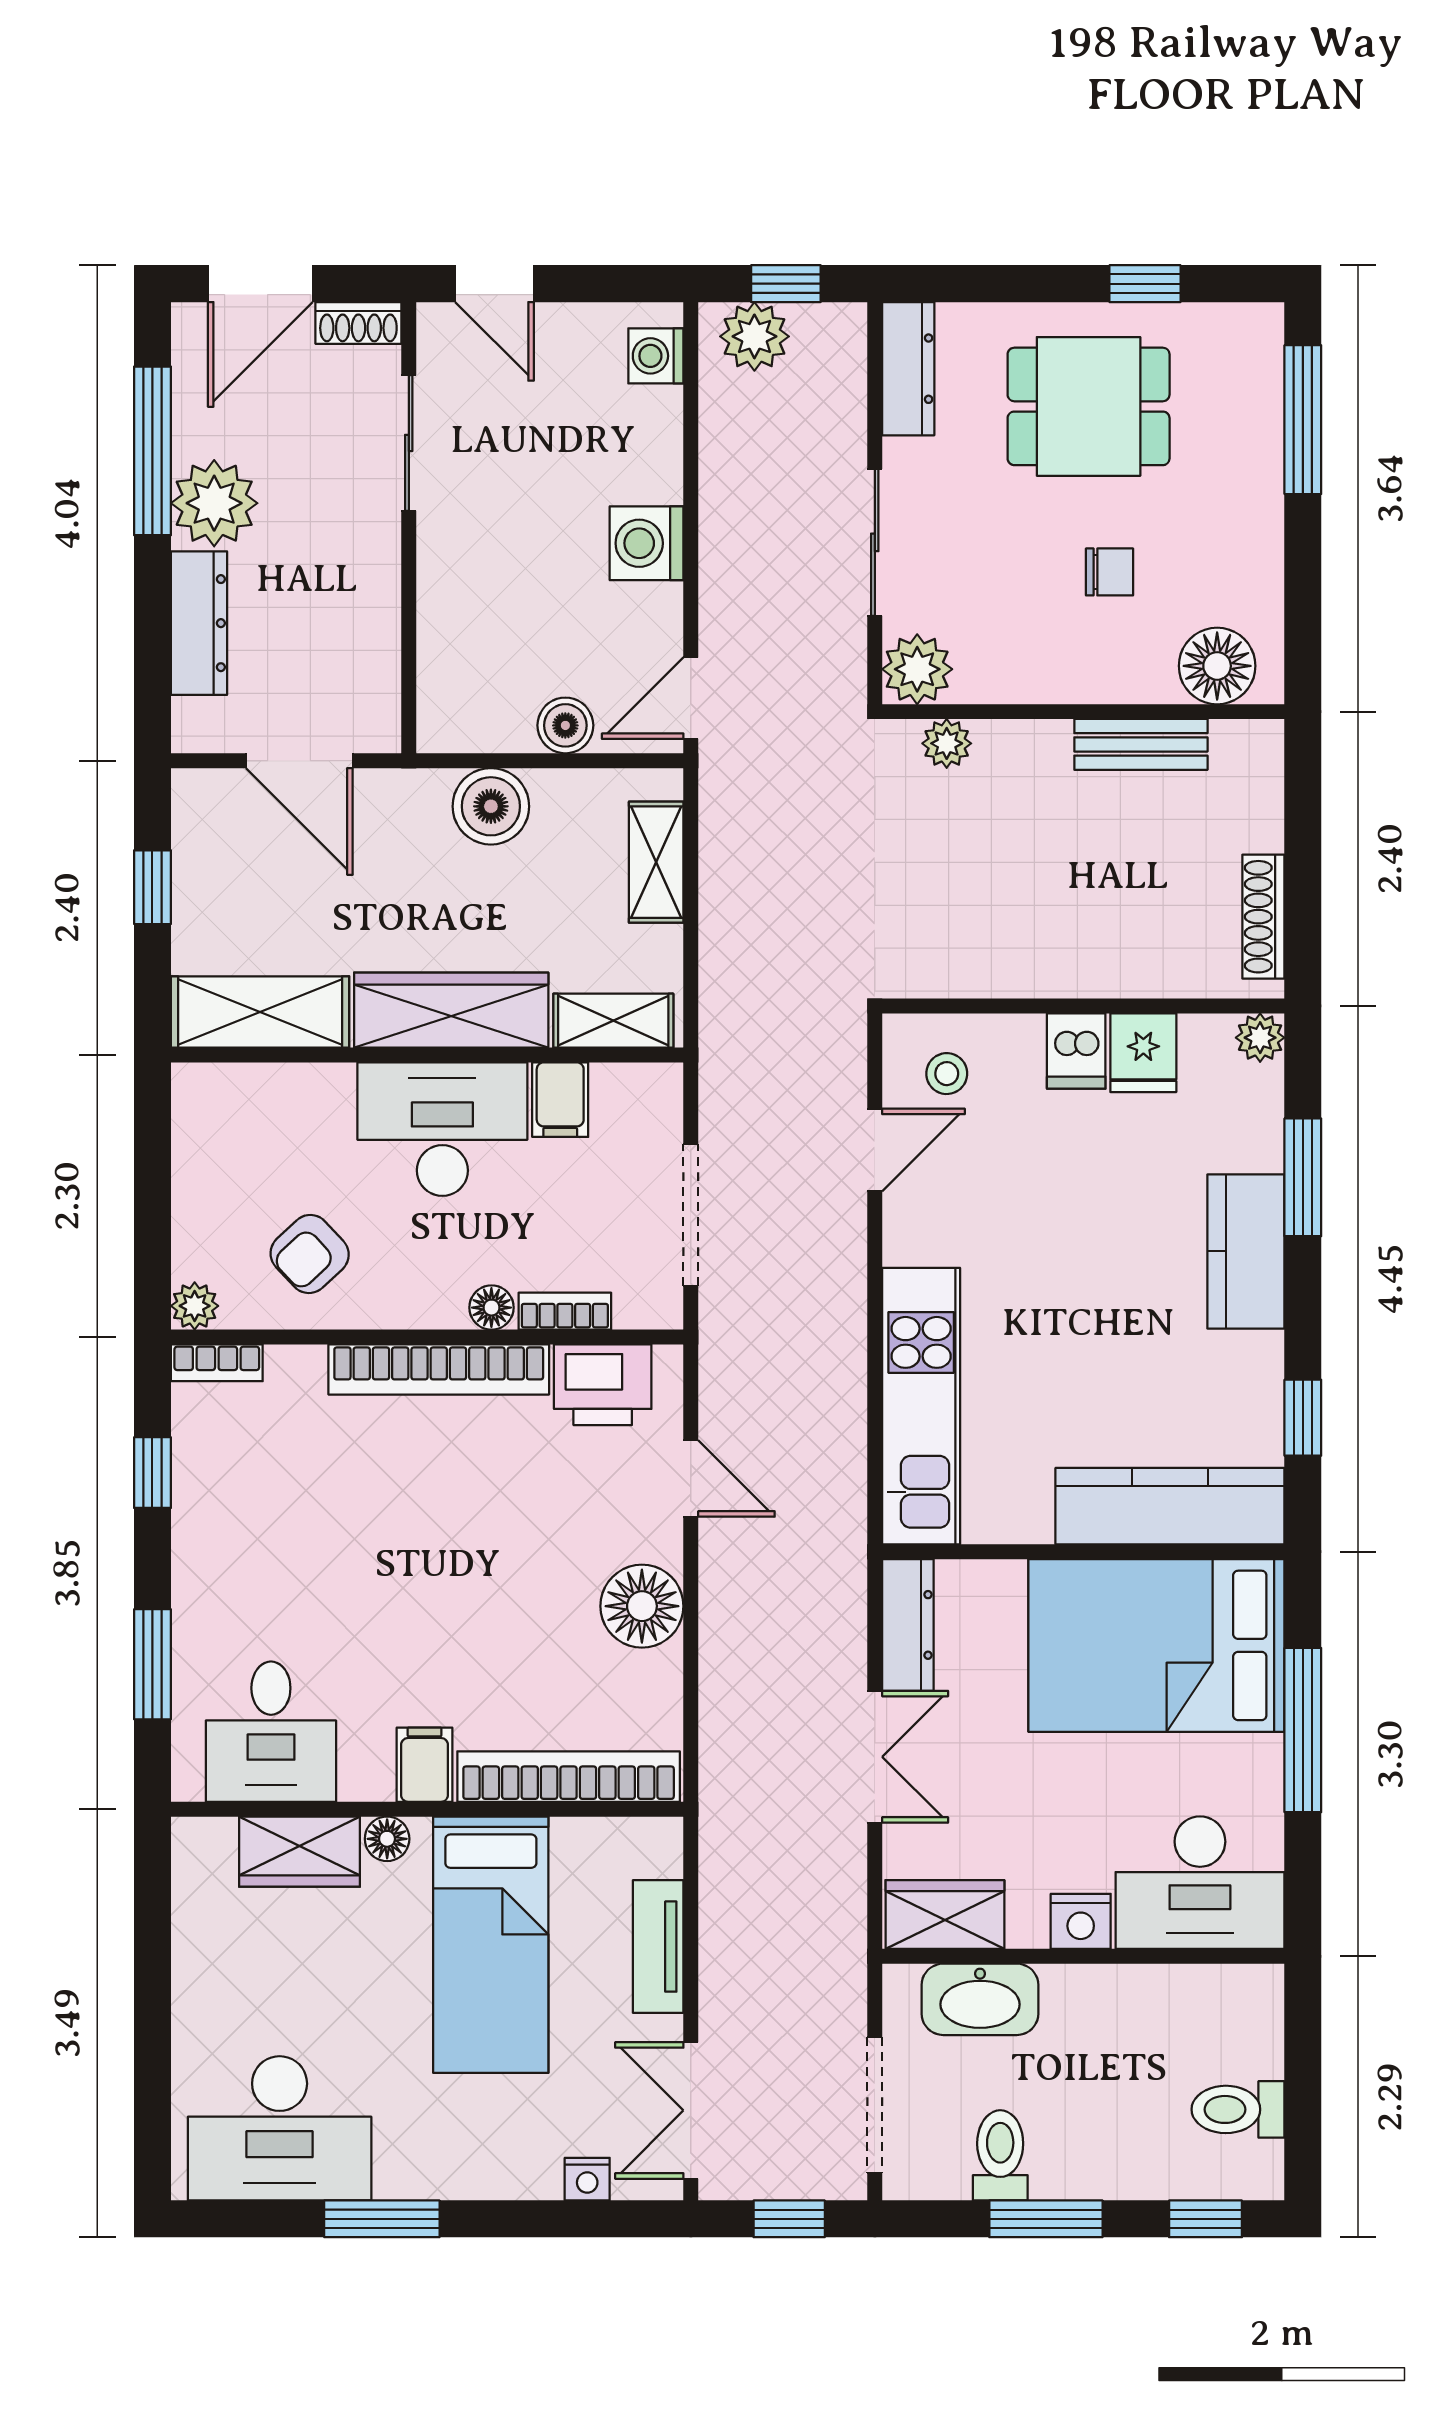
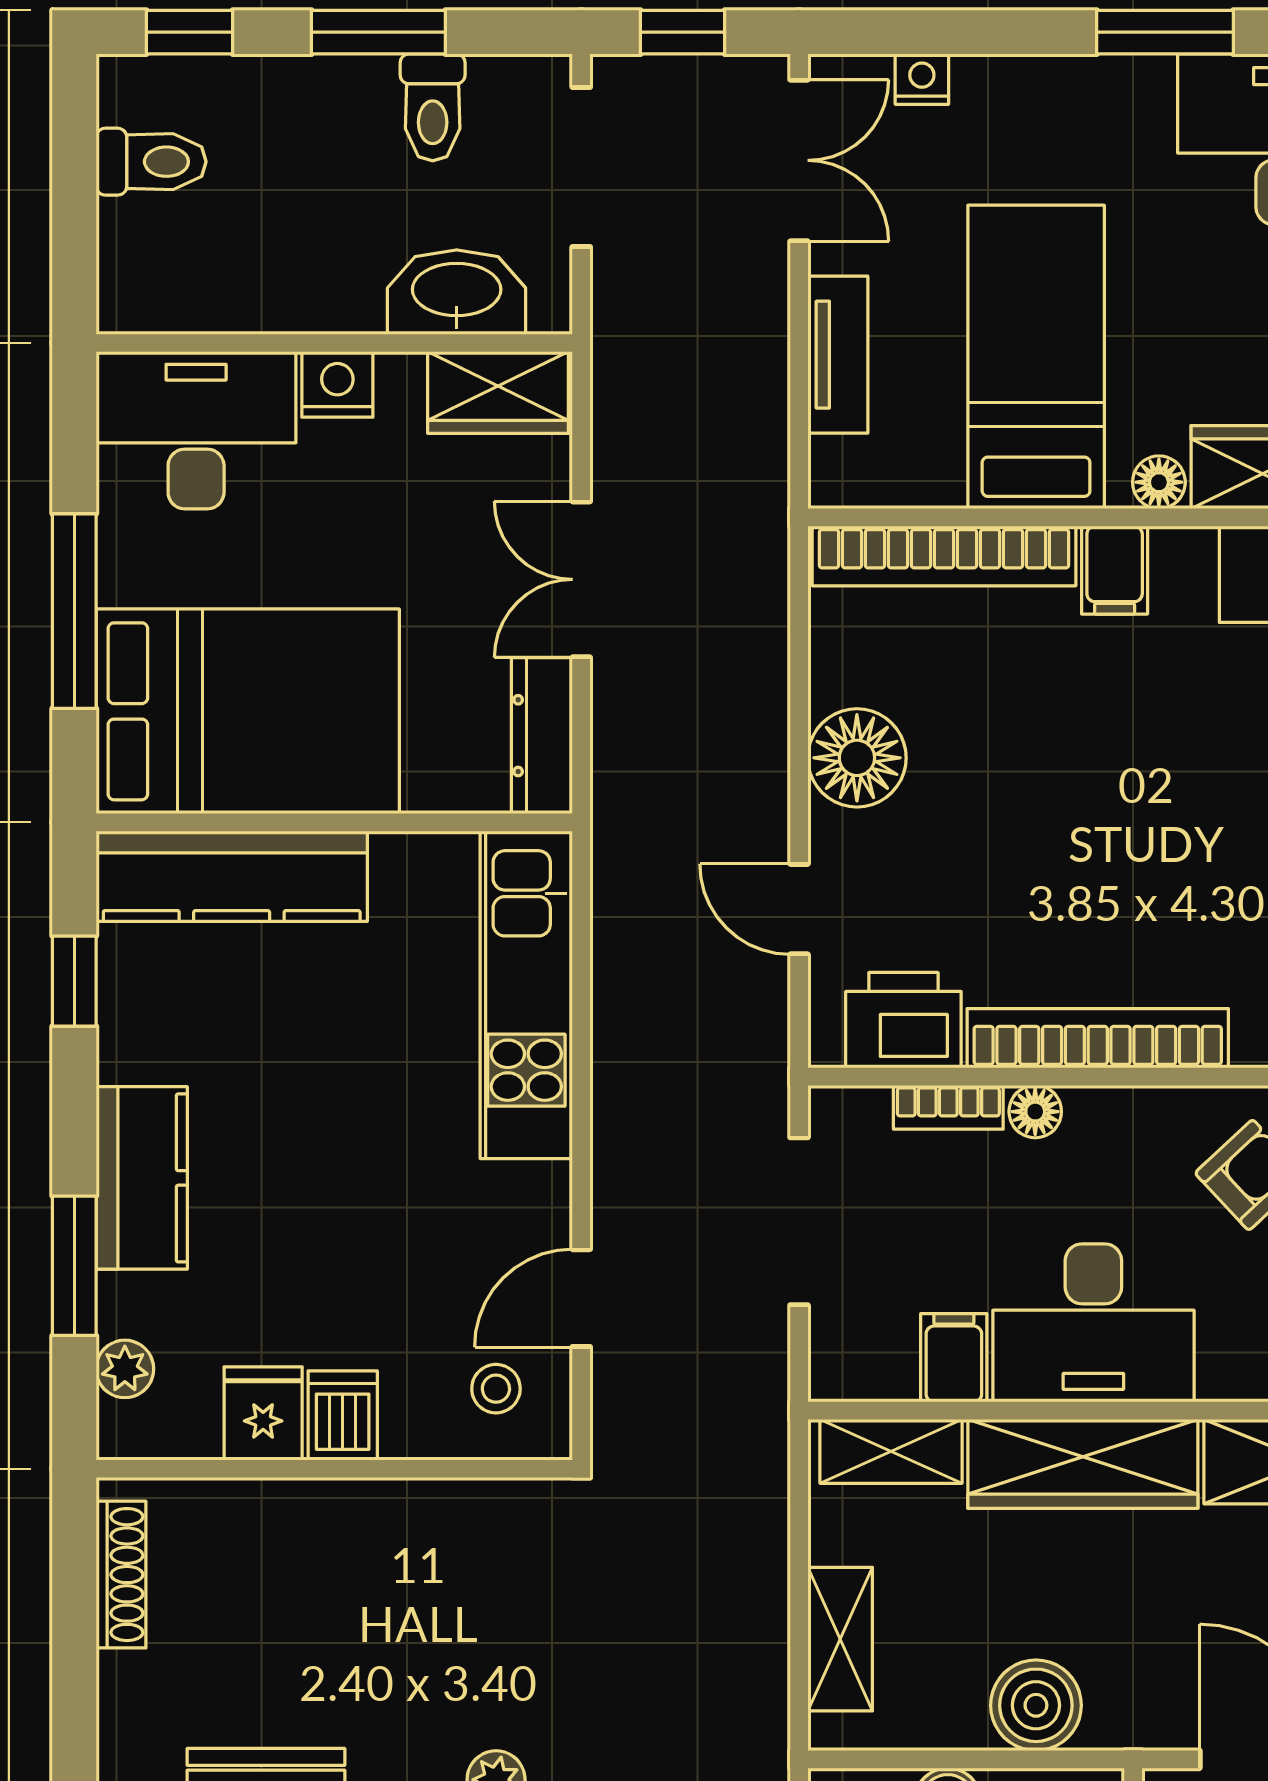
plant: (1260, 1038) -> (125, 1369), moved

